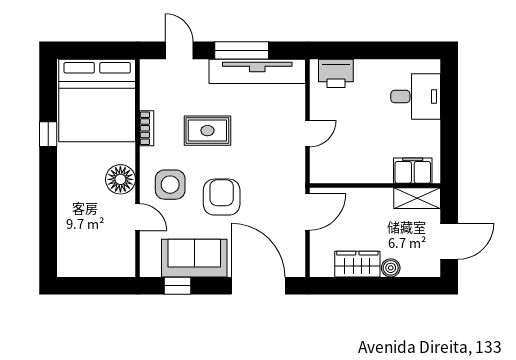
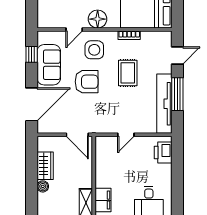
door: (307, 134) -> (126, 135), hinge flipped

